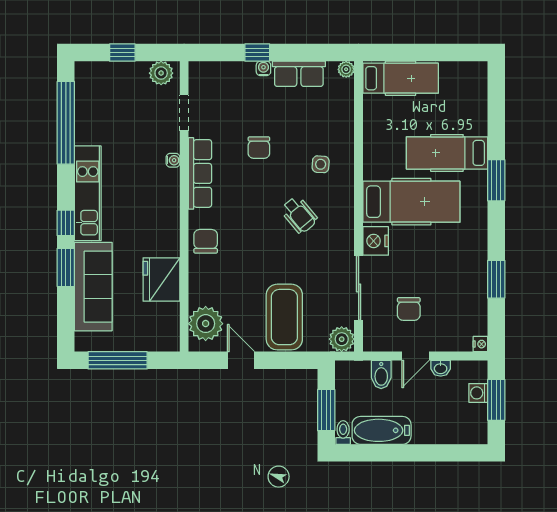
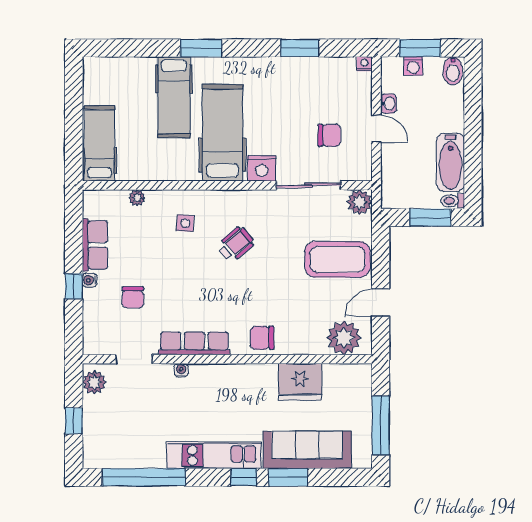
plant: (346, 69) -> (137, 198), moved
chair: (259, 148) -> (133, 297), moved, turned 90
bidet: (381, 374) -> (453, 71), moved, turned 90

